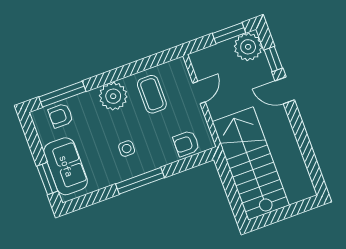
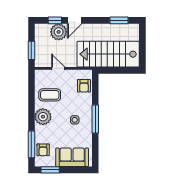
window: (229, 33) -> (31, 50), moved
plant: (248, 47) -> (59, 32), moved
window: (311, 161) -> (119, 20), added
window: (47, 179) -> (50, 170), moved

